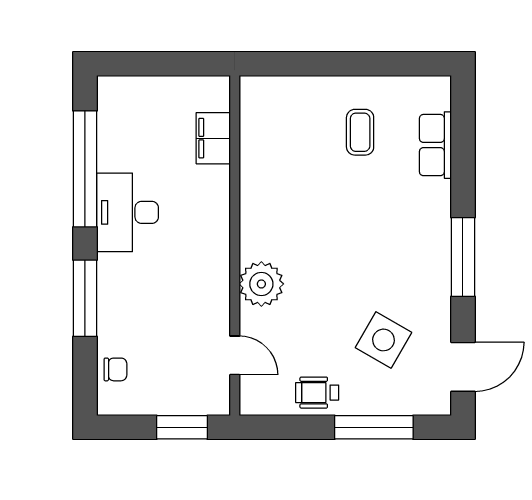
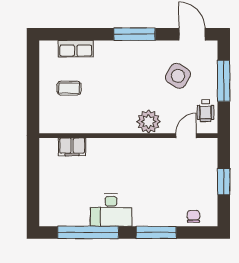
filing cabinet: (213, 138) -> (72, 147), moved
wall: (235, 245) -> (128, 136), moved
plant: (261, 284) -> (149, 122), moved
door: (235, 355) -> (186, 136), moved

